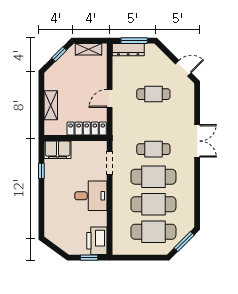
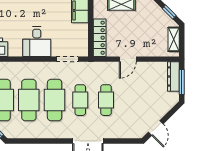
cafe table: (153, 94) -> (106, 100), moved
door: (110, 98) -> (128, 59), swing flipped

